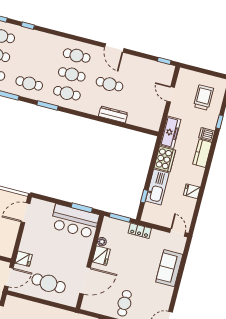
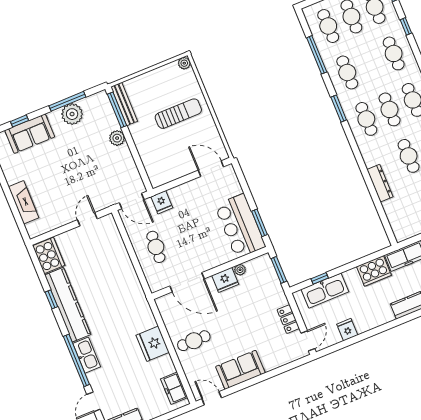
cafe table: (39, 46) -> (394, 53), added
kitchen sink: (157, 187) -> (325, 291), moved
fridge: (192, 191) -> (347, 330), moved
locker: (140, 231) -> (288, 319), moved
sofa: (169, 268) -> (240, 370), moved
cafe table: (49, 283) -> (156, 247), width x0.73, depth x0.74

